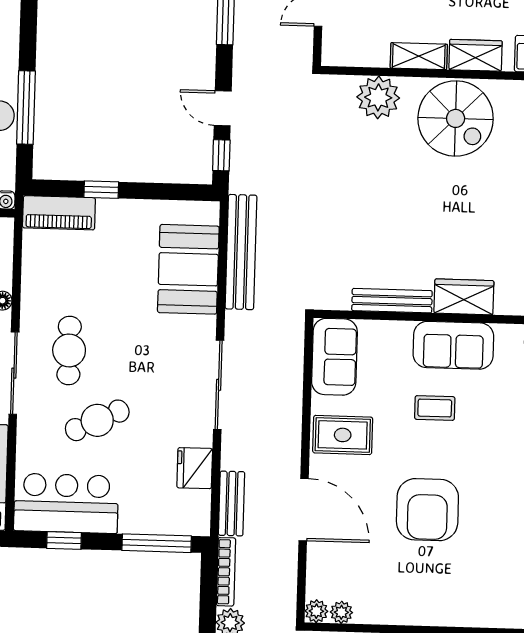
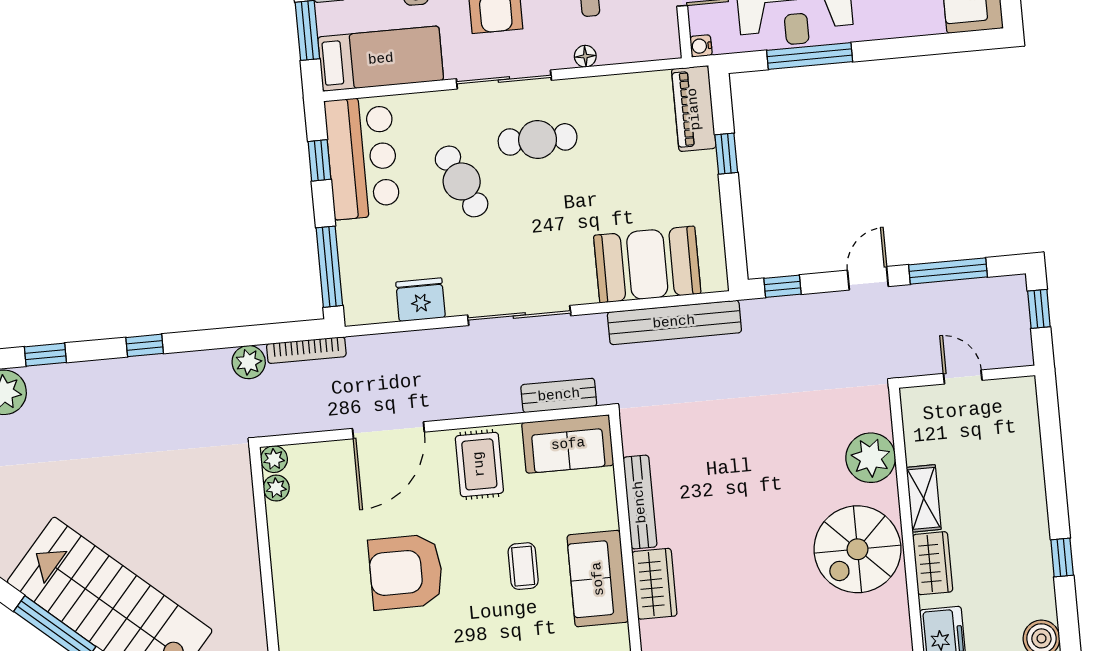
door: (223, 108) -> (868, 278), moved
bench: (232, 504) -> (559, 395), moved

